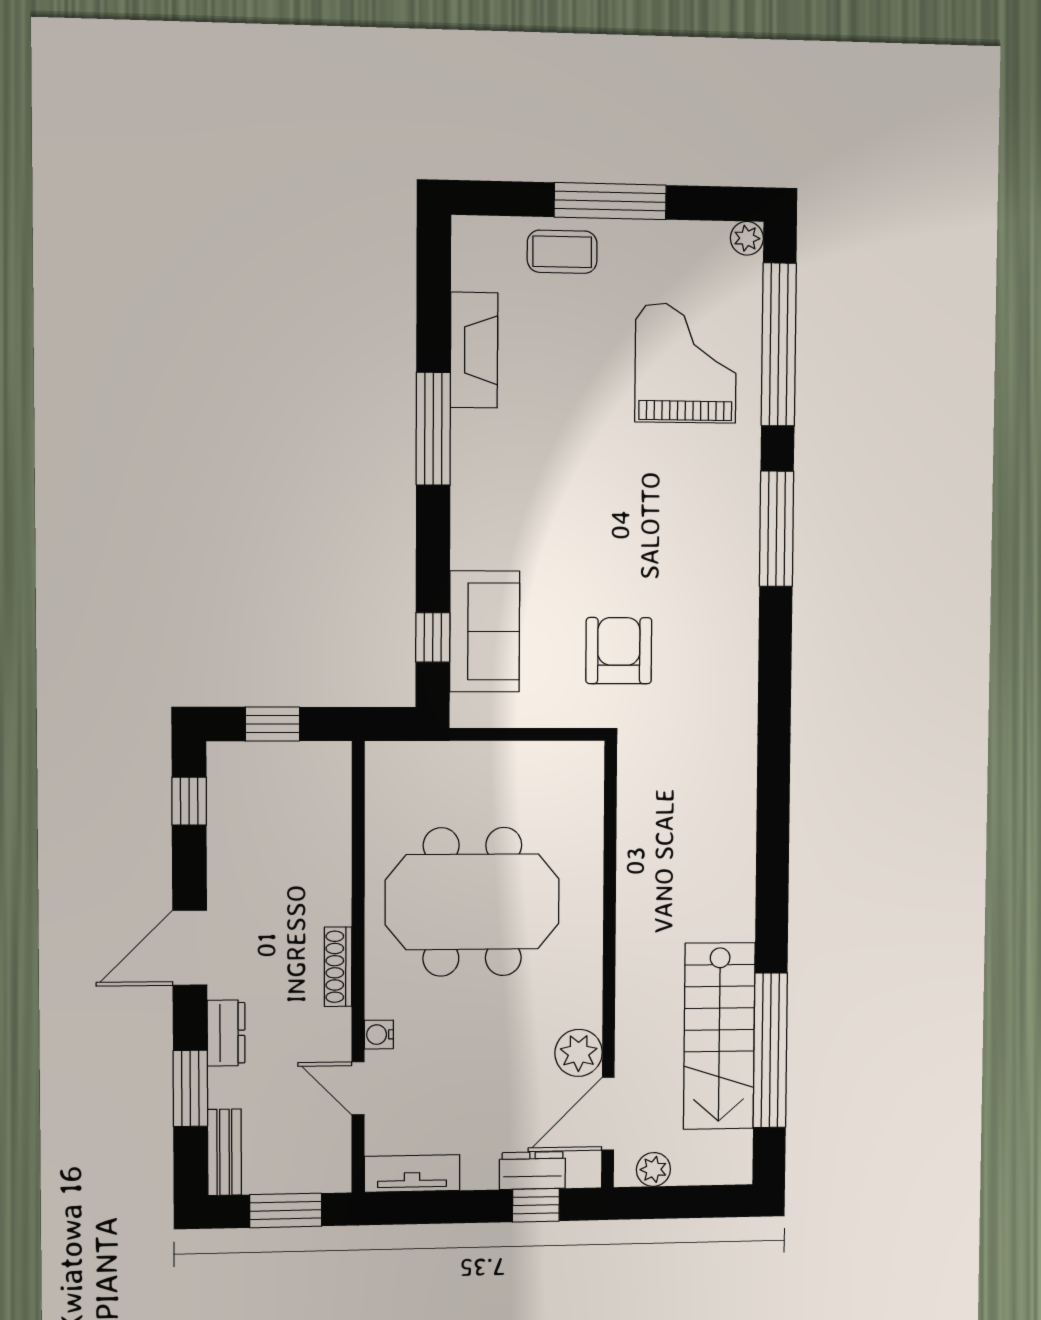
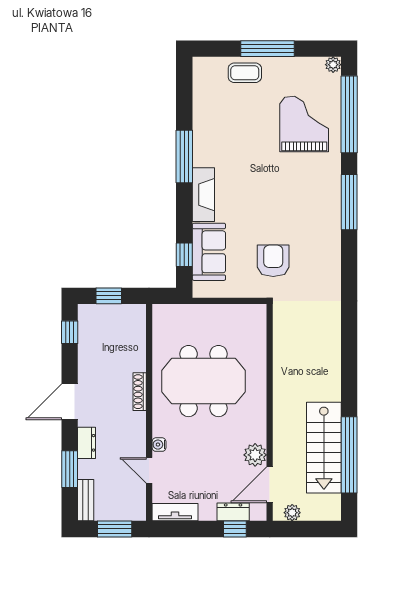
fireplace: (474, 350) -> (203, 195), moved
shoe rack: (338, 967) -> (140, 392), moved

